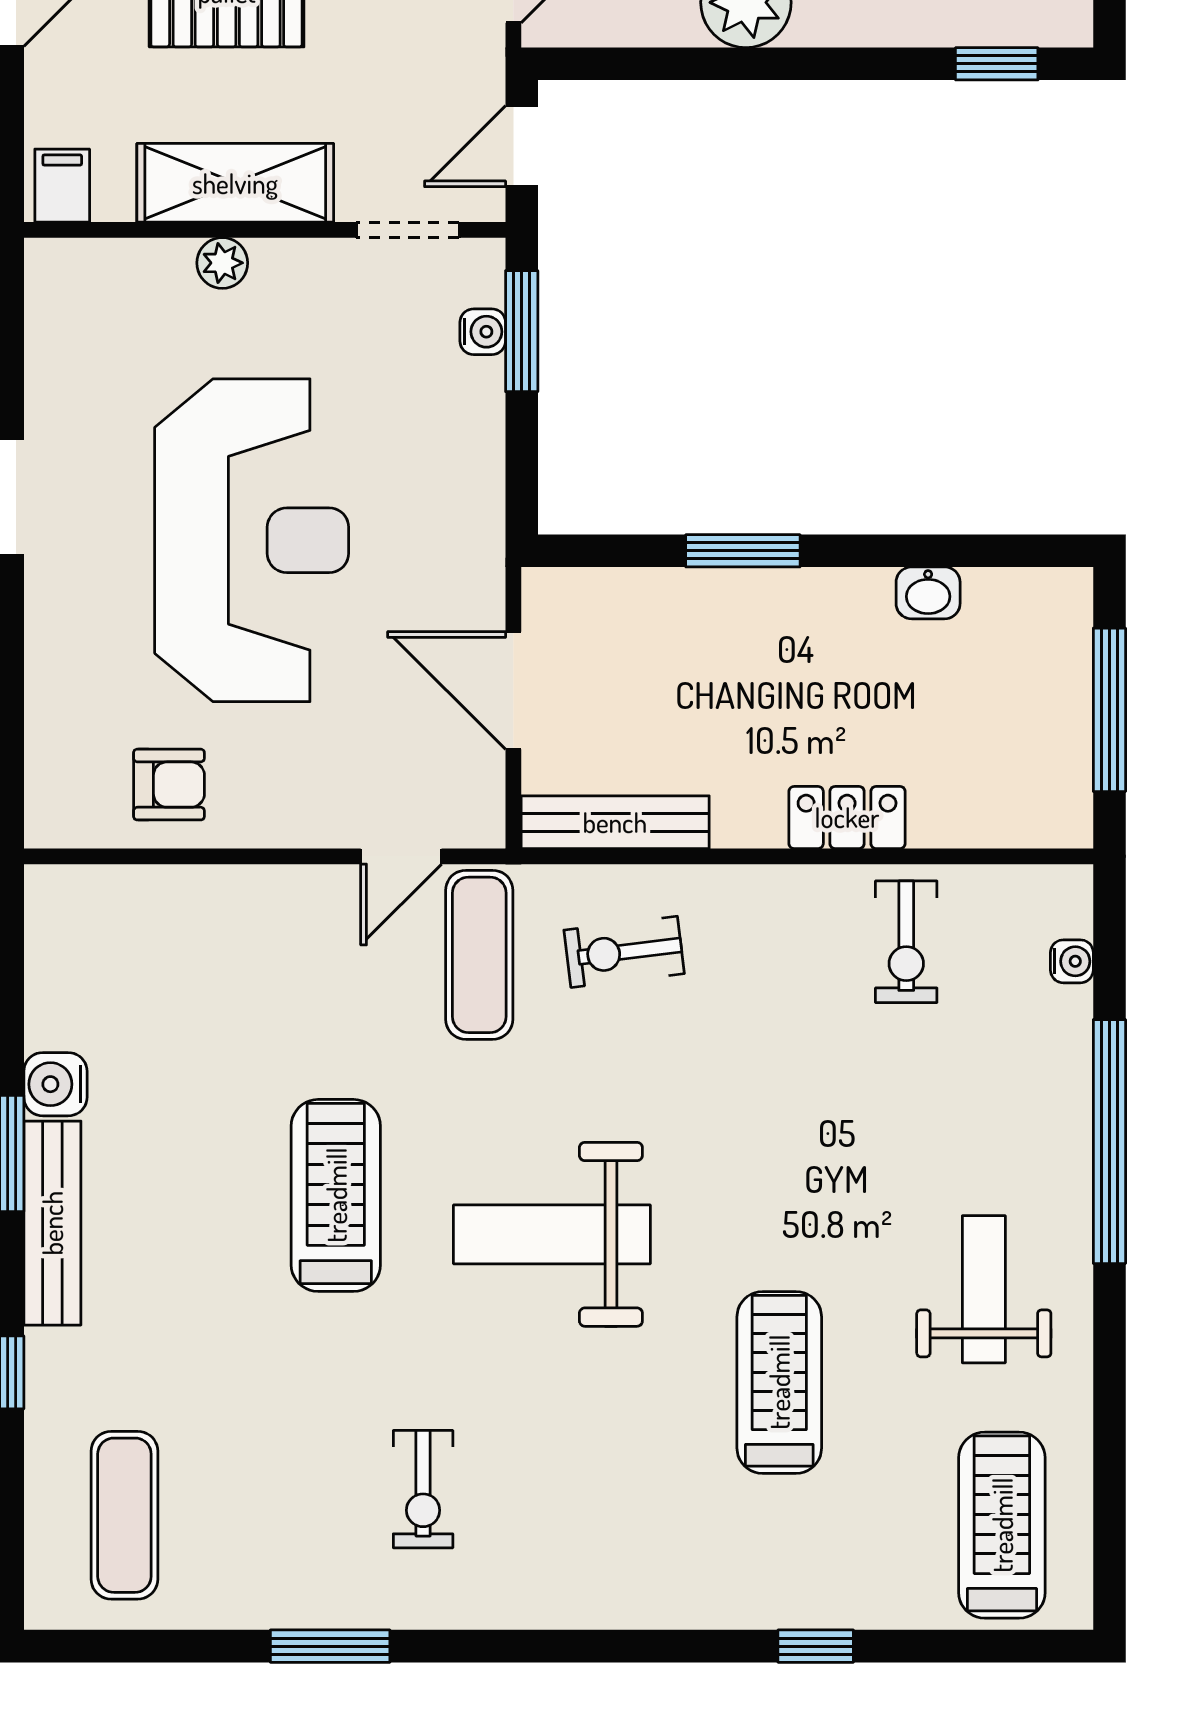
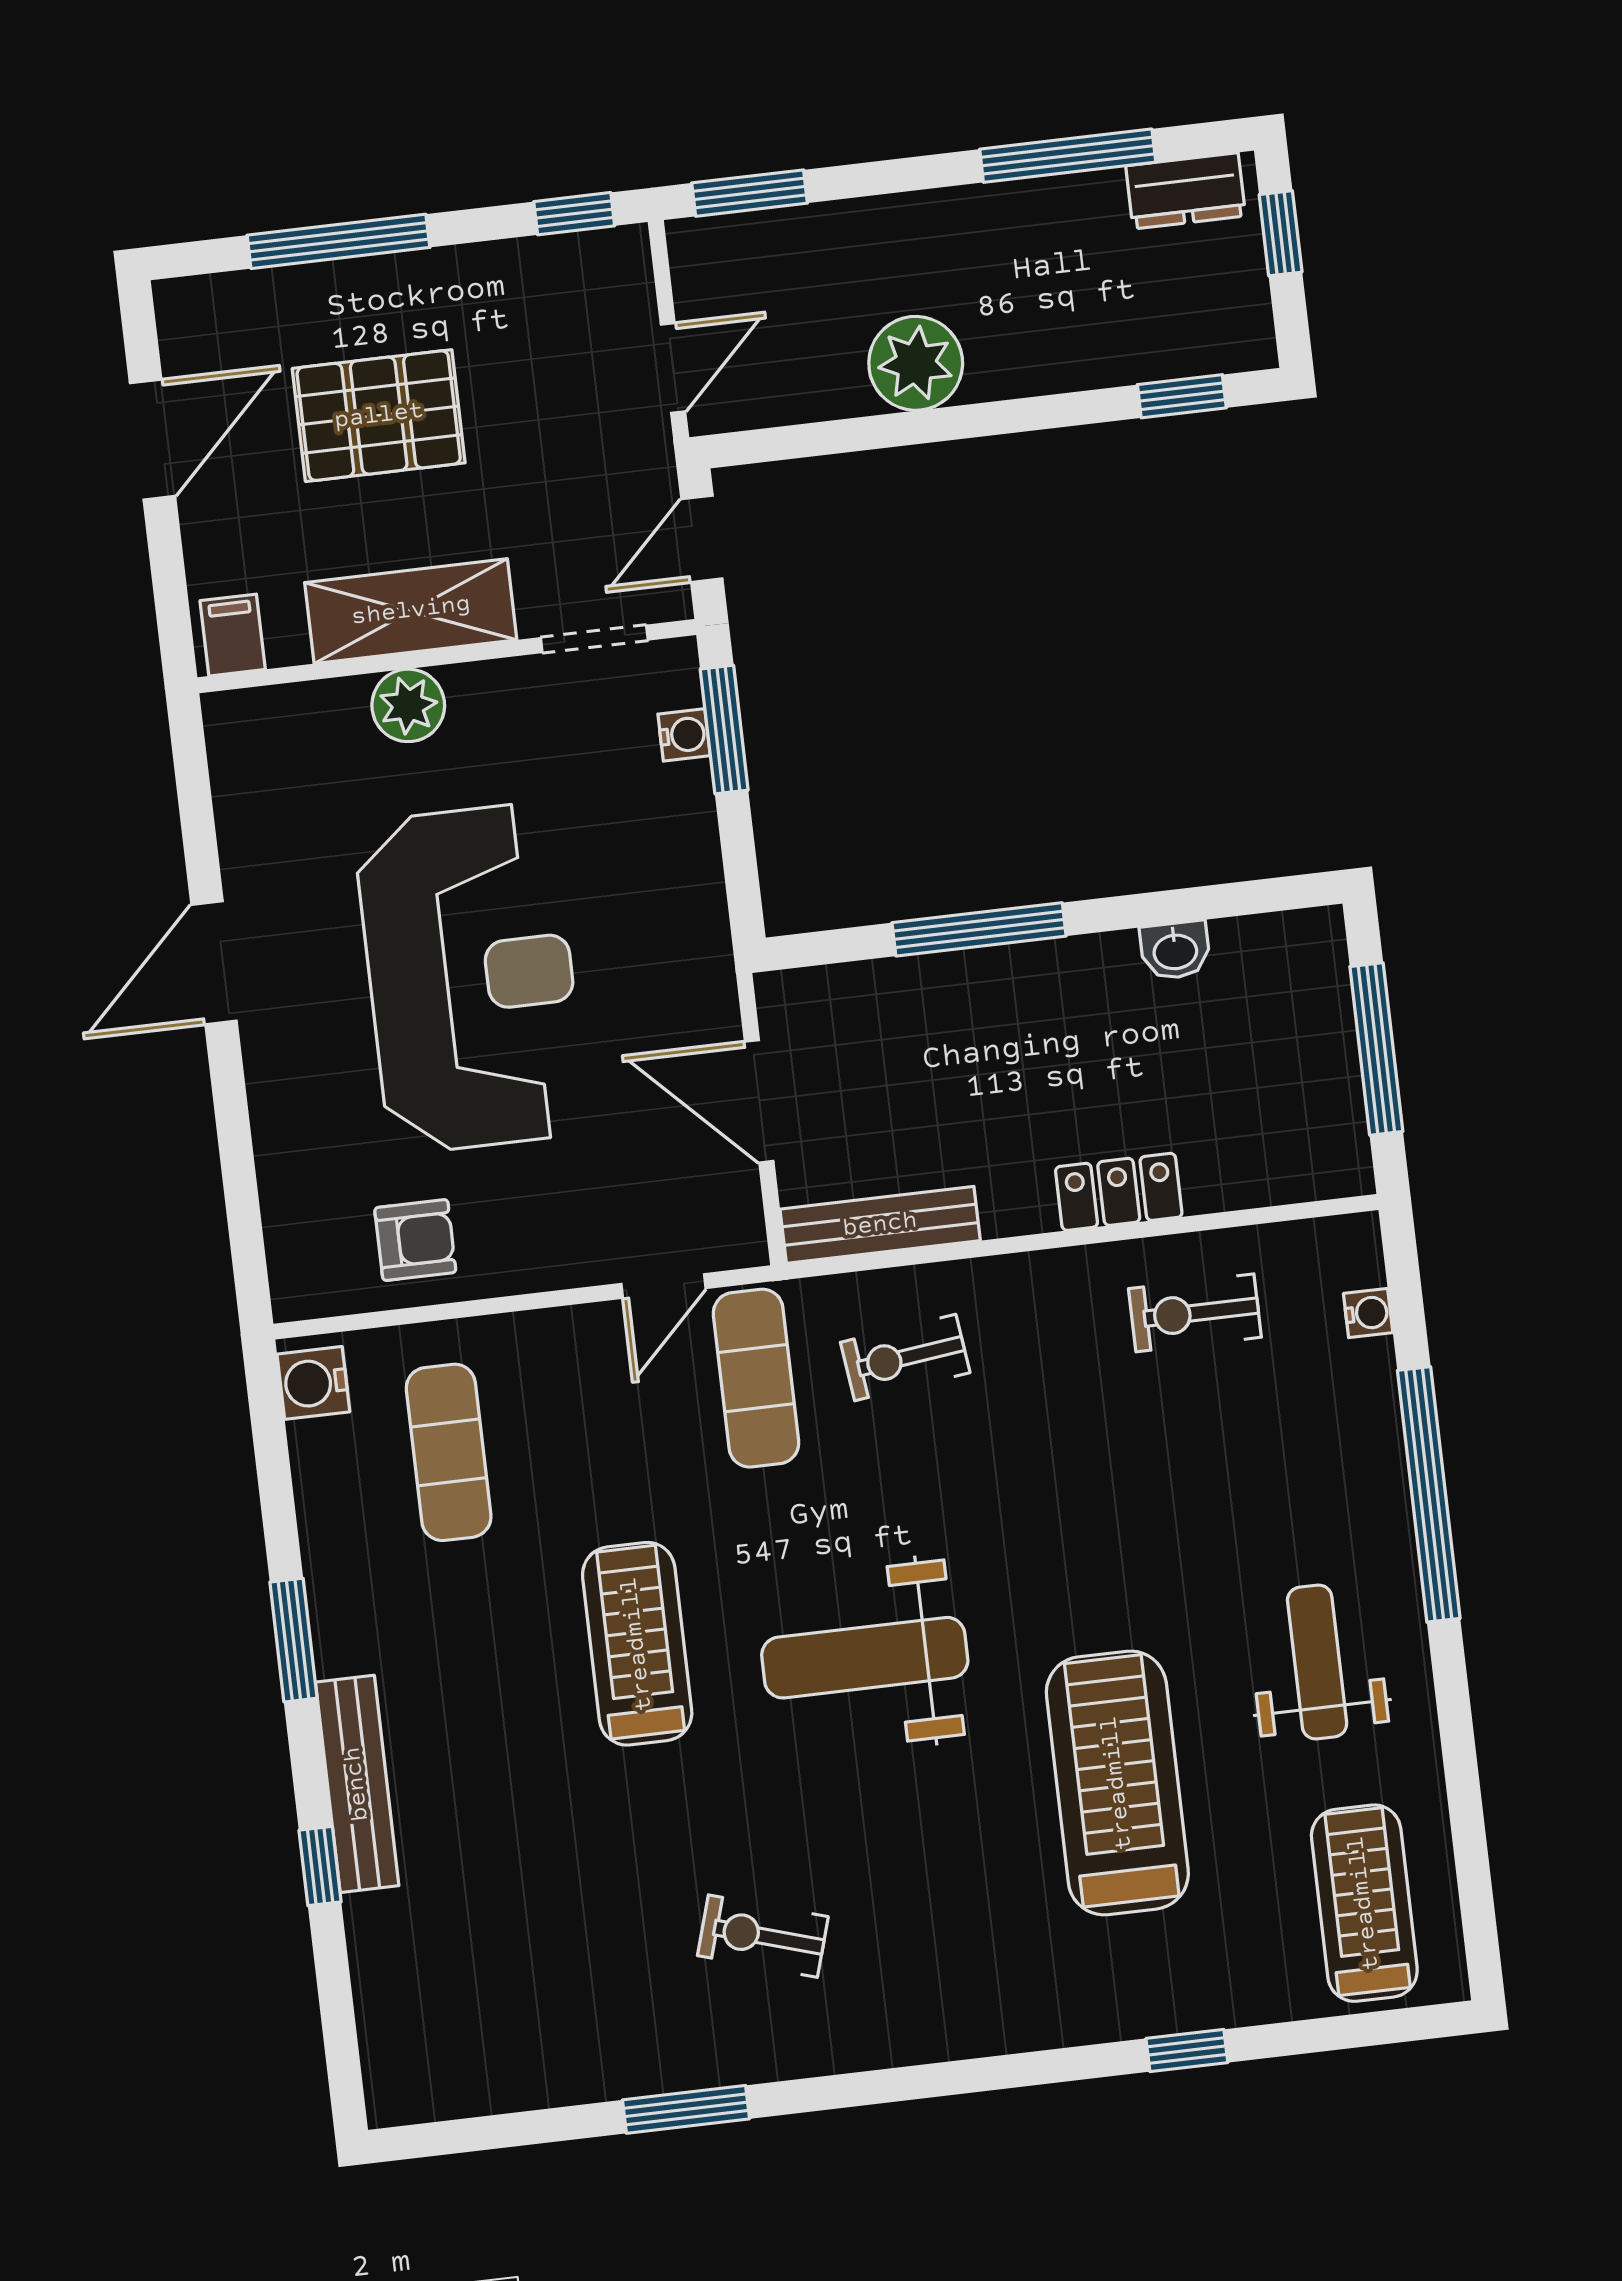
plant: (222, 263) -> (408, 705), width x1.38, depth x1.38
window: (743, 551) -> (979, 929), width x1.44
exercise bike: (906, 942) -> (1195, 1313), turned 90
water cooler: (55, 1084) -> (313, 1383), moved
bench: (52, 1223) -> (357, 1784), moved
treadmill: (779, 1382) -> (1117, 1783), width x1.37, depth x1.38
exercise bike: (423, 1489) -> (763, 1936), turned 107
exercise mat: (124, 1515) -> (449, 1452), moved

